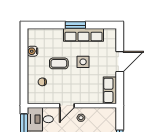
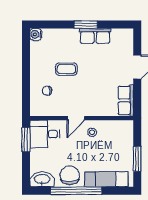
row of seats: (84, 35) -> (95, 36), width x0.68
water cooler: (33, 51) -> (36, 34), moved
side table: (83, 62) -> (95, 67), removed

